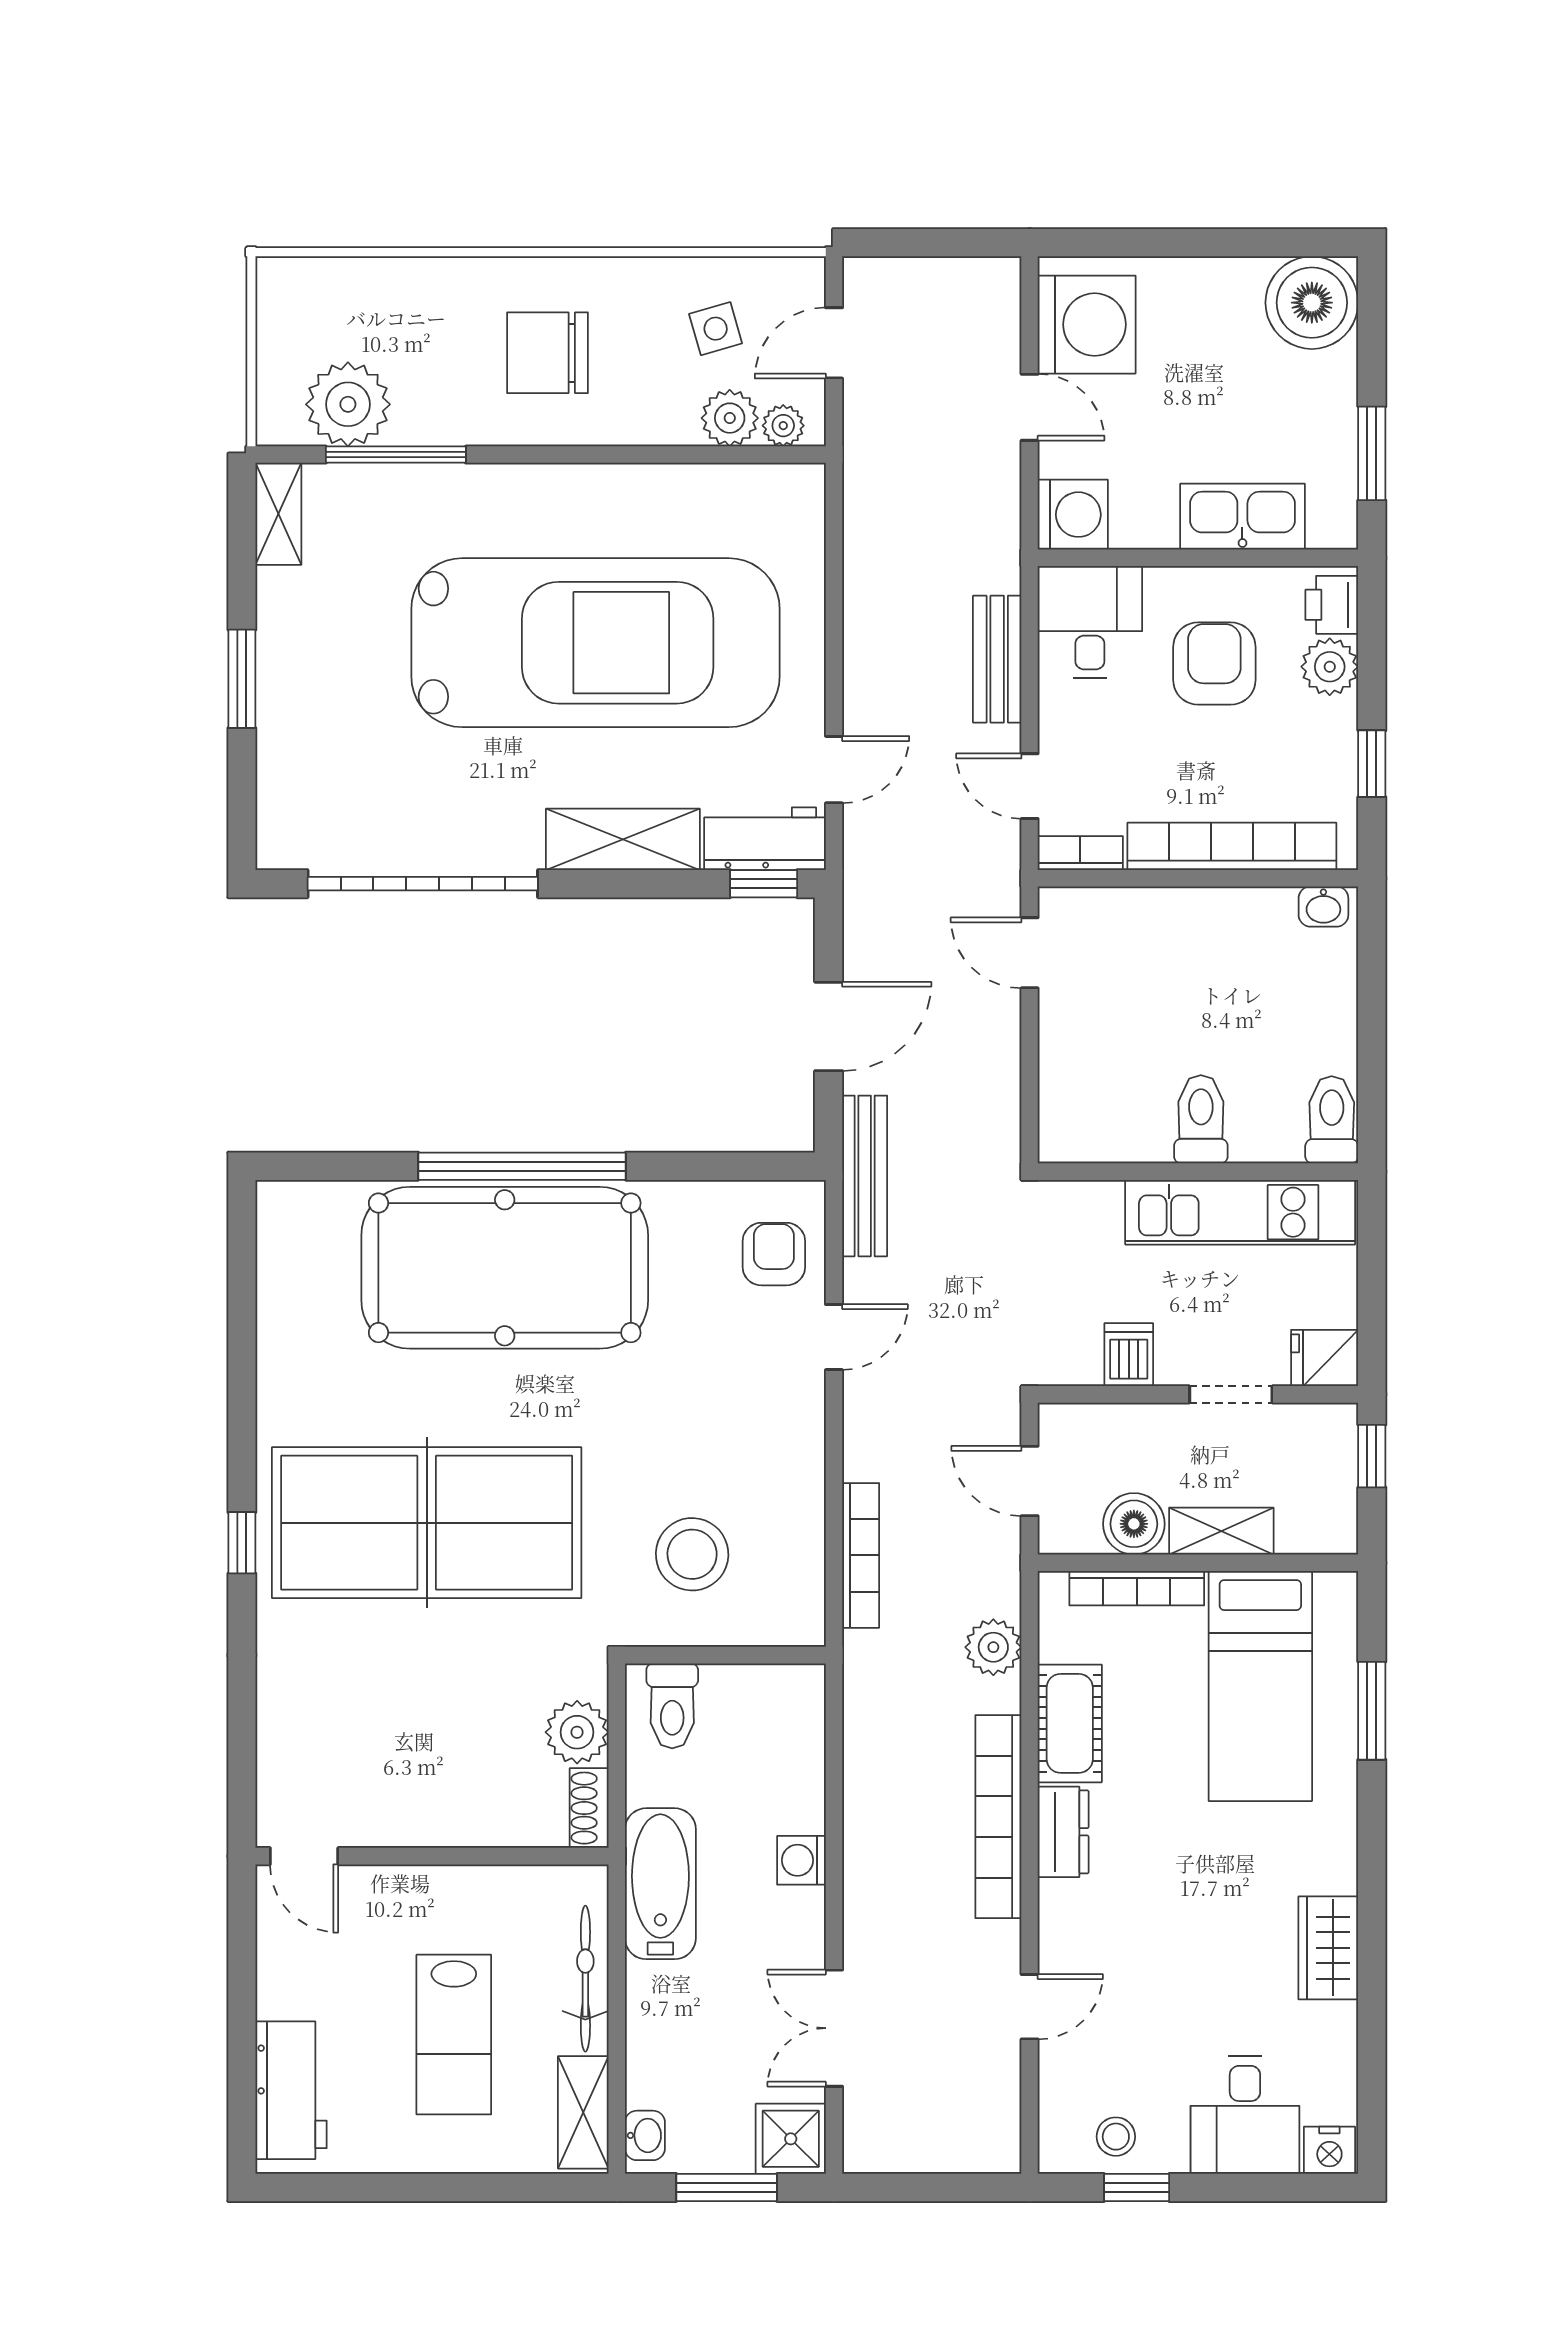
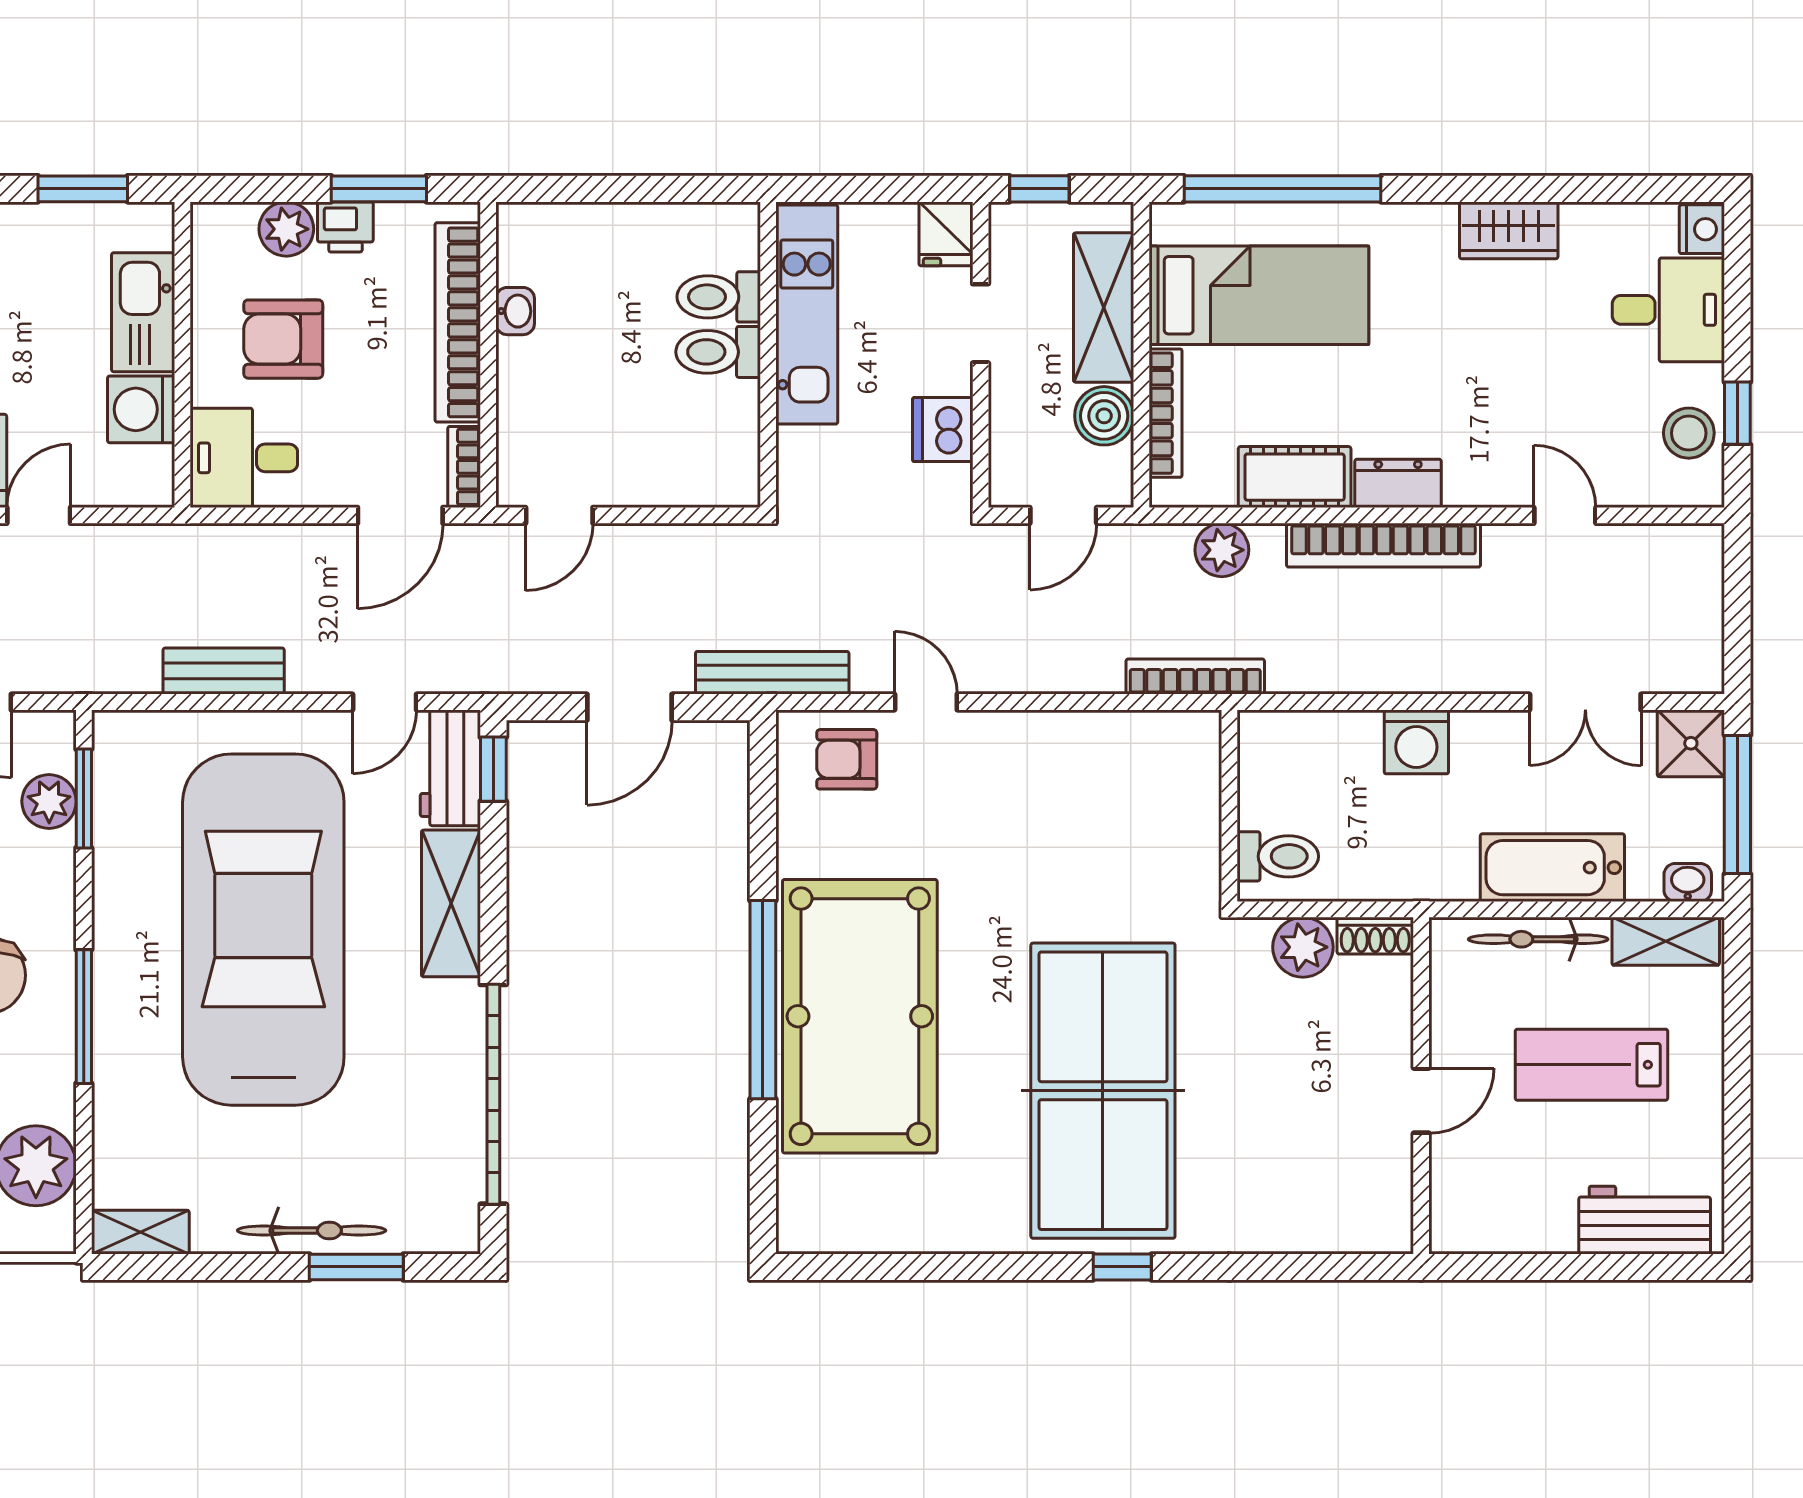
plant: (783, 426) -> (56, 750), removed
window: (396, 455) -> (84, 1017), moved
window: (733, 455) -> (84, 798), added
washing machine: (1073, 515) -> (141, 409), moved, turned -90
printer: (1332, 605) -> (345, 227), moved
bench: (997, 659) -> (224, 671), moved
window: (242, 679) -> (356, 1267), moved
bicycle: (280, 693) -> (312, 1231), added
window: (1372, 764) -> (379, 189), width x1.50
door: (834, 770) -> (385, 702), swing flipped
door: (1030, 786) -> (400, 515), width x1.38
washbasin: (1323, 907) -> (515, 311), moved
door: (829, 1026) -> (630, 707), swing flipped
toilet: (1332, 1120) -> (719, 297), moved
dishwasher: (1129, 1355) -> (943, 430), width x1.38
shelving: (1221, 1531) -> (1104, 308), width x1.50, depth x1.33
stool: (692, 1554) -> (1133, 837), removed
bookcase: (861, 1555) -> (1195, 677), moved
window: (1372, 1711) -> (1282, 189), width x2.11
door: (304, 1856) -> (1421, 1101), moved
washing machine: (801, 1860) -> (1416, 742), width x1.38, depth x1.38
bathtub: (660, 1884) -> (1552, 868), moved
lab bench: (454, 2035) -> (1591, 1065), turned 180
stool: (1116, 2137) -> (1689, 433), width x1.37, depth x1.37
window: (727, 2188) -> (1737, 804), width x1.44

